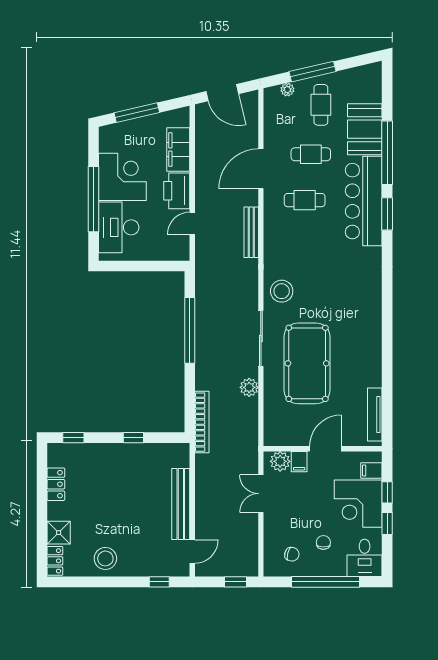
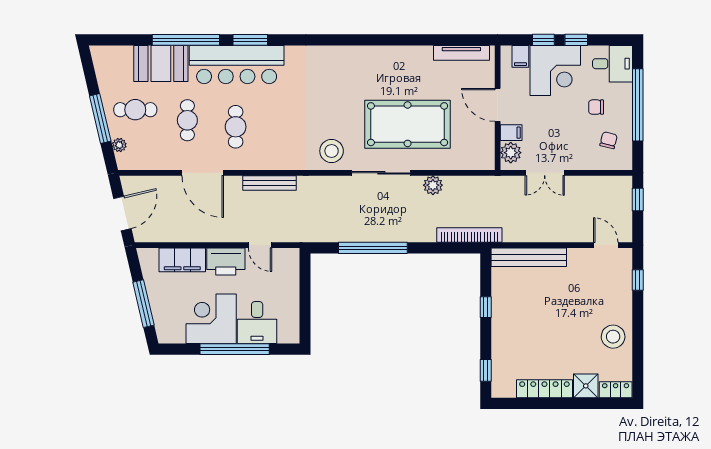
desk: (119, 227) -> (257, 323), width x0.73
locker: (56, 484) -> (544, 389), width x1.53
bench: (181, 504) -> (529, 257), moved

